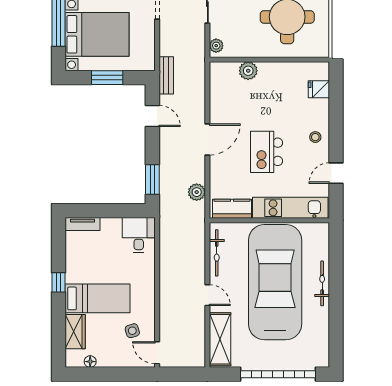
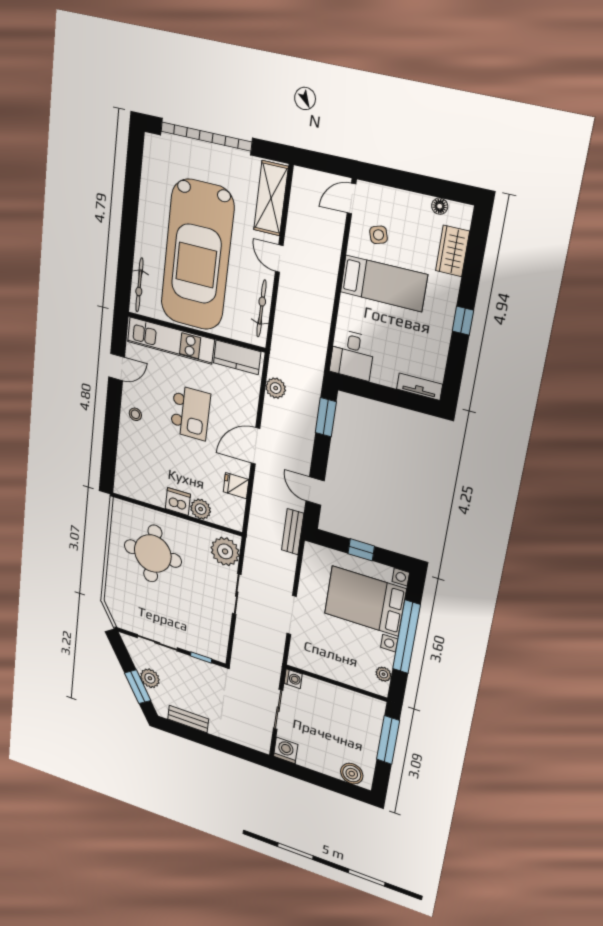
plant: (216, 46) -> (225, 551), width x1.87, depth x1.87
dishwasher: (269, 71) -> (178, 501), added
window: (107, 78) -> (361, 550), width x0.67
fridge: (319, 89) -> (236, 486), moved, turned 180
bicycle: (322, 283) -> (139, 285), moved
bed: (98, 298) -> (384, 283), moved, turned 180
door: (157, 353) -> (351, 199), swing flipped

